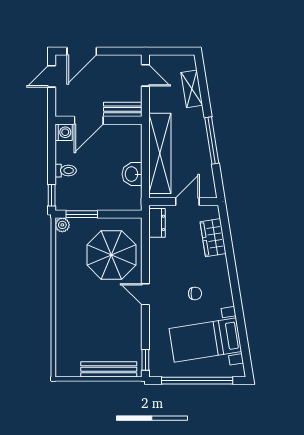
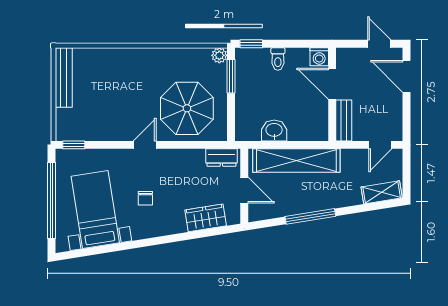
shelving: (192, 89) -> (382, 192), moved
bench: (109, 369) -> (64, 77), moved

